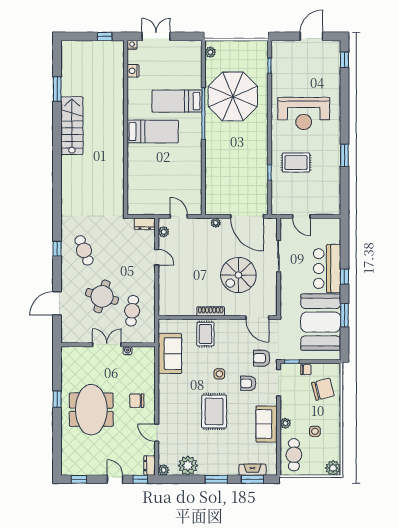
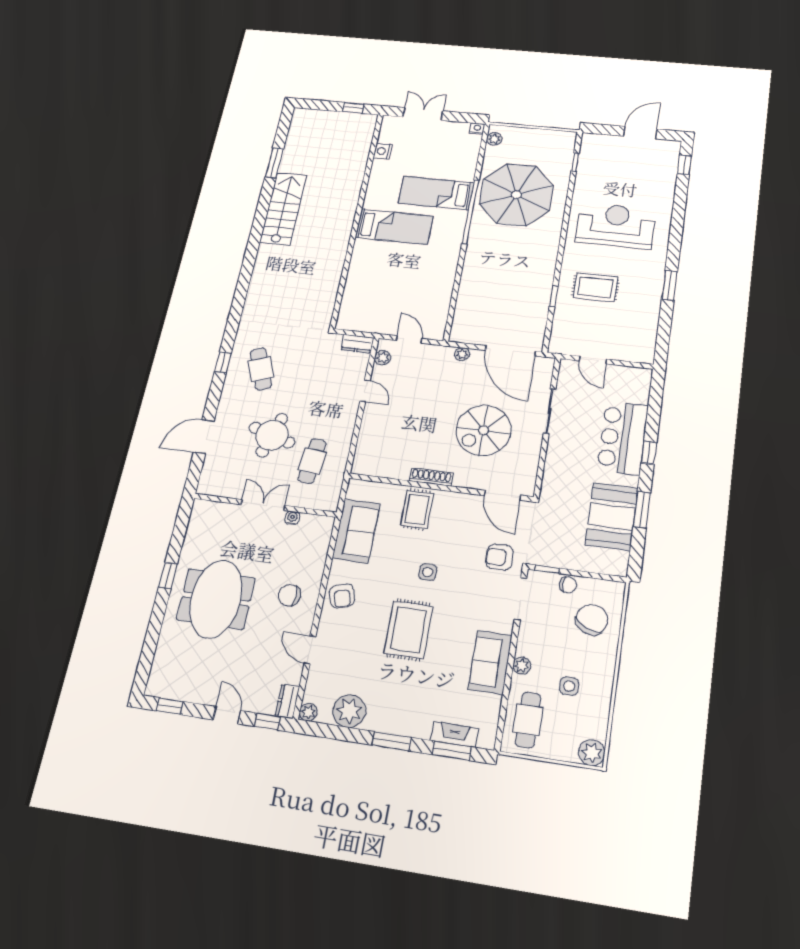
nightstand: (132, 45) -> (477, 129), moved
reception desk: (304, 113) -> (616, 226), turned 180
booth: (321, 322) -> (612, 516), width x0.73, depth x0.70
armchair: (248, 383) -> (342, 596), moved, turned -107
chair: (323, 389) -> (592, 620), turned -51

